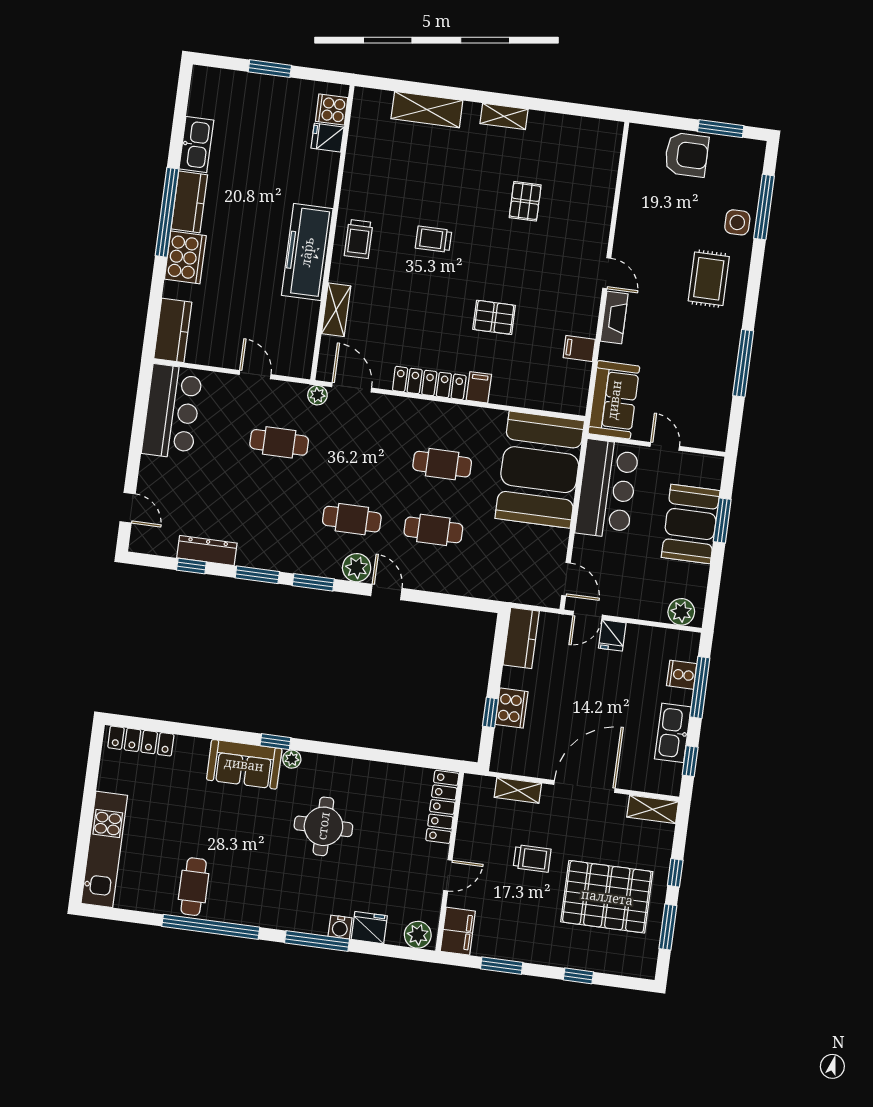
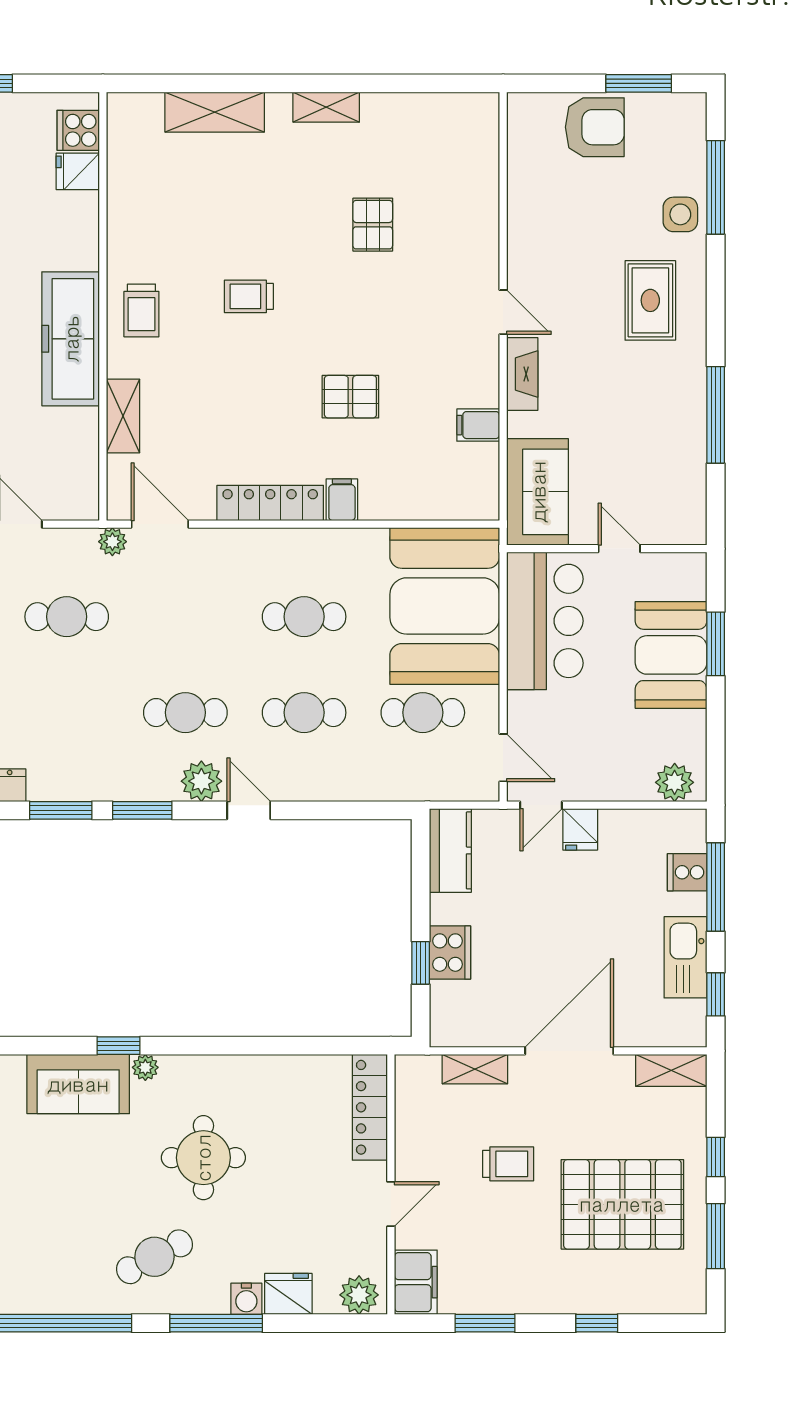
cafe table: (515, 541) -> (423, 713), added
cafe table: (194, 887) -> (154, 1257), moved, turned 62

